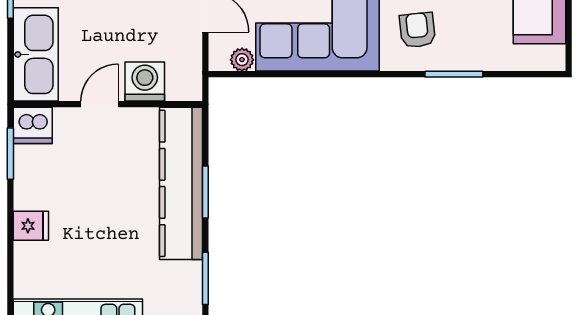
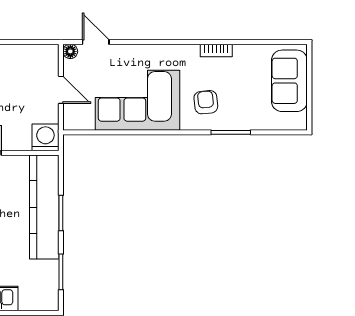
plant: (242, 60) -> (86, 122), removed
washing machine: (145, 82) -> (45, 137), moved

